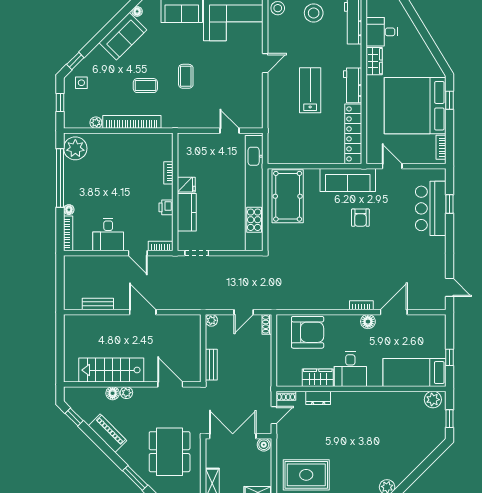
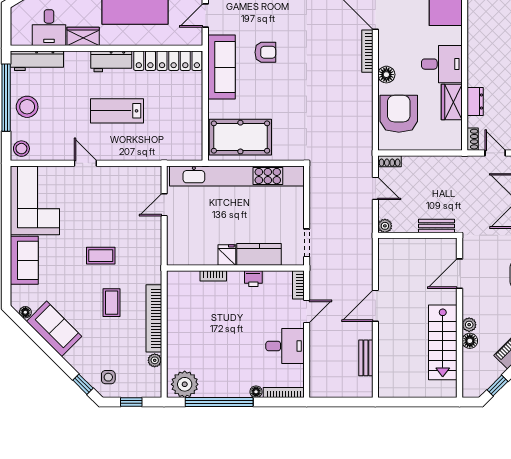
bookcase: (361, 305) -> (367, 51), width x1.56
floor lamp: (368, 322) -> (386, 75), moved

